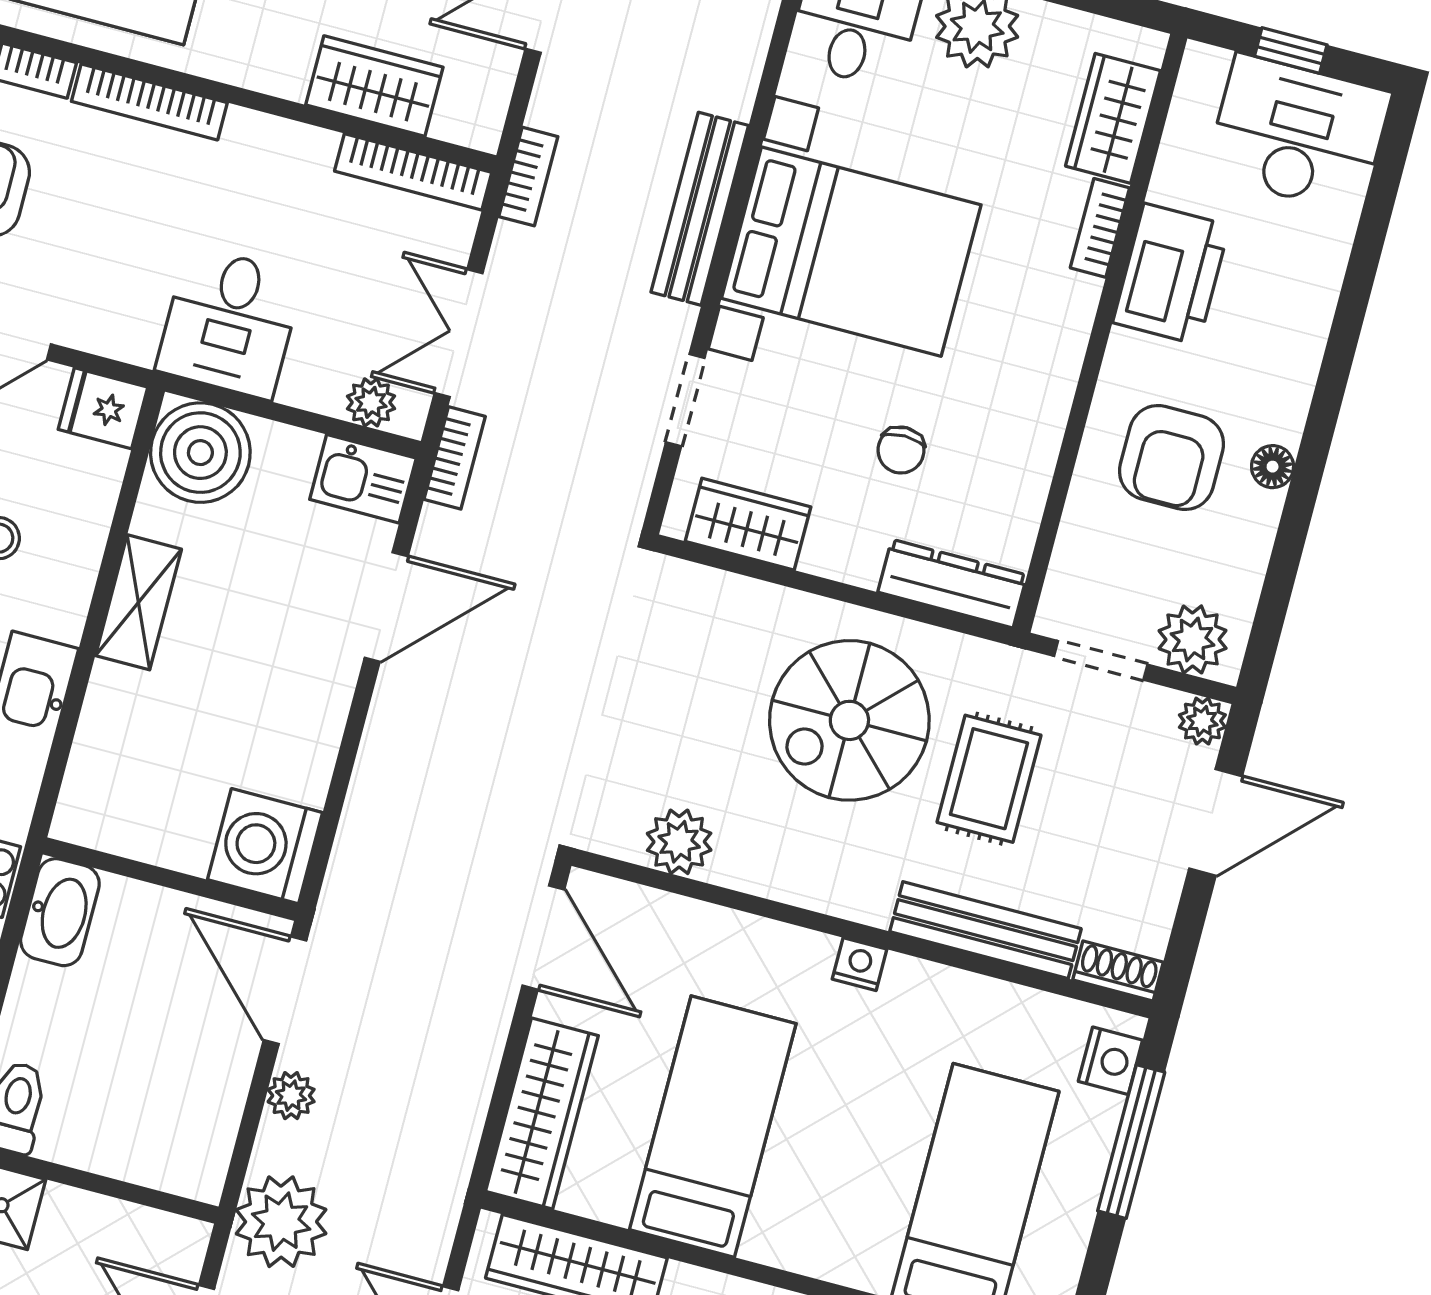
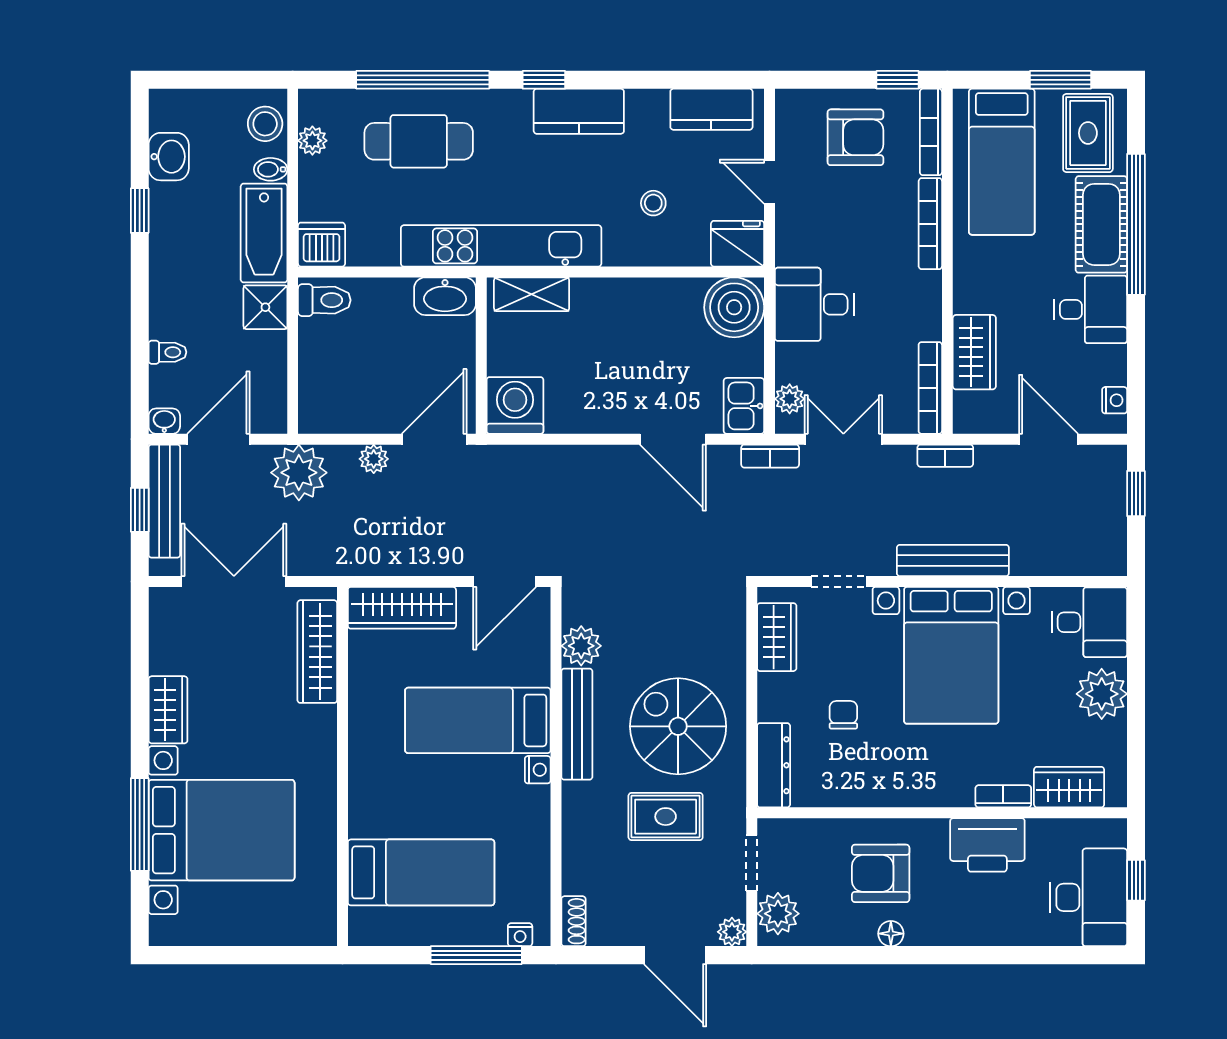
fridge: (103, 408) -> (738, 244), width x1.38
chair: (901, 450) -> (843, 715), turned 90
shelving: (138, 602) -> (532, 294), moved
bench: (985, 930) -> (577, 724), moved
nightstand: (1110, 1061) -> (520, 935), width x0.72, depth x0.74
bed: (713, 1127) -> (478, 720), moved, turned 180

